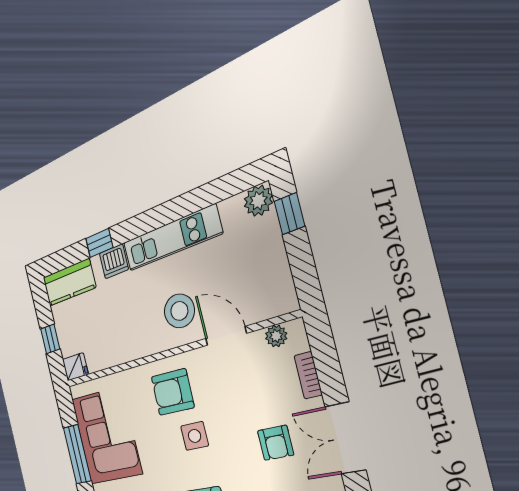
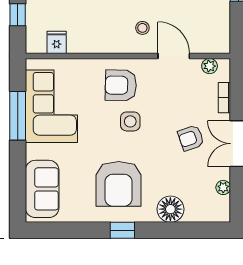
stool: (179, 311) -> (142, 28), width x0.53, depth x0.53
fridge: (75, 367) -> (57, 42), moved, turned -90
armchair: (276, 443) -> (191, 138), turned 71

